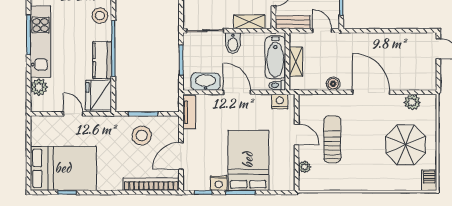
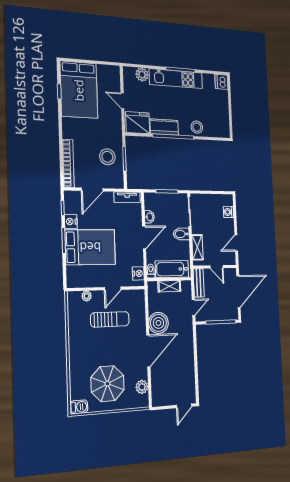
washbasin: (205, 82) -> (149, 217), width x0.52, depth x0.69
boiler: (333, 84) -> (158, 323), width x1.86, depth x1.86
door: (73, 114) -> (122, 101), swing flipped
door: (181, 156) -> (92, 190), swing flipped

